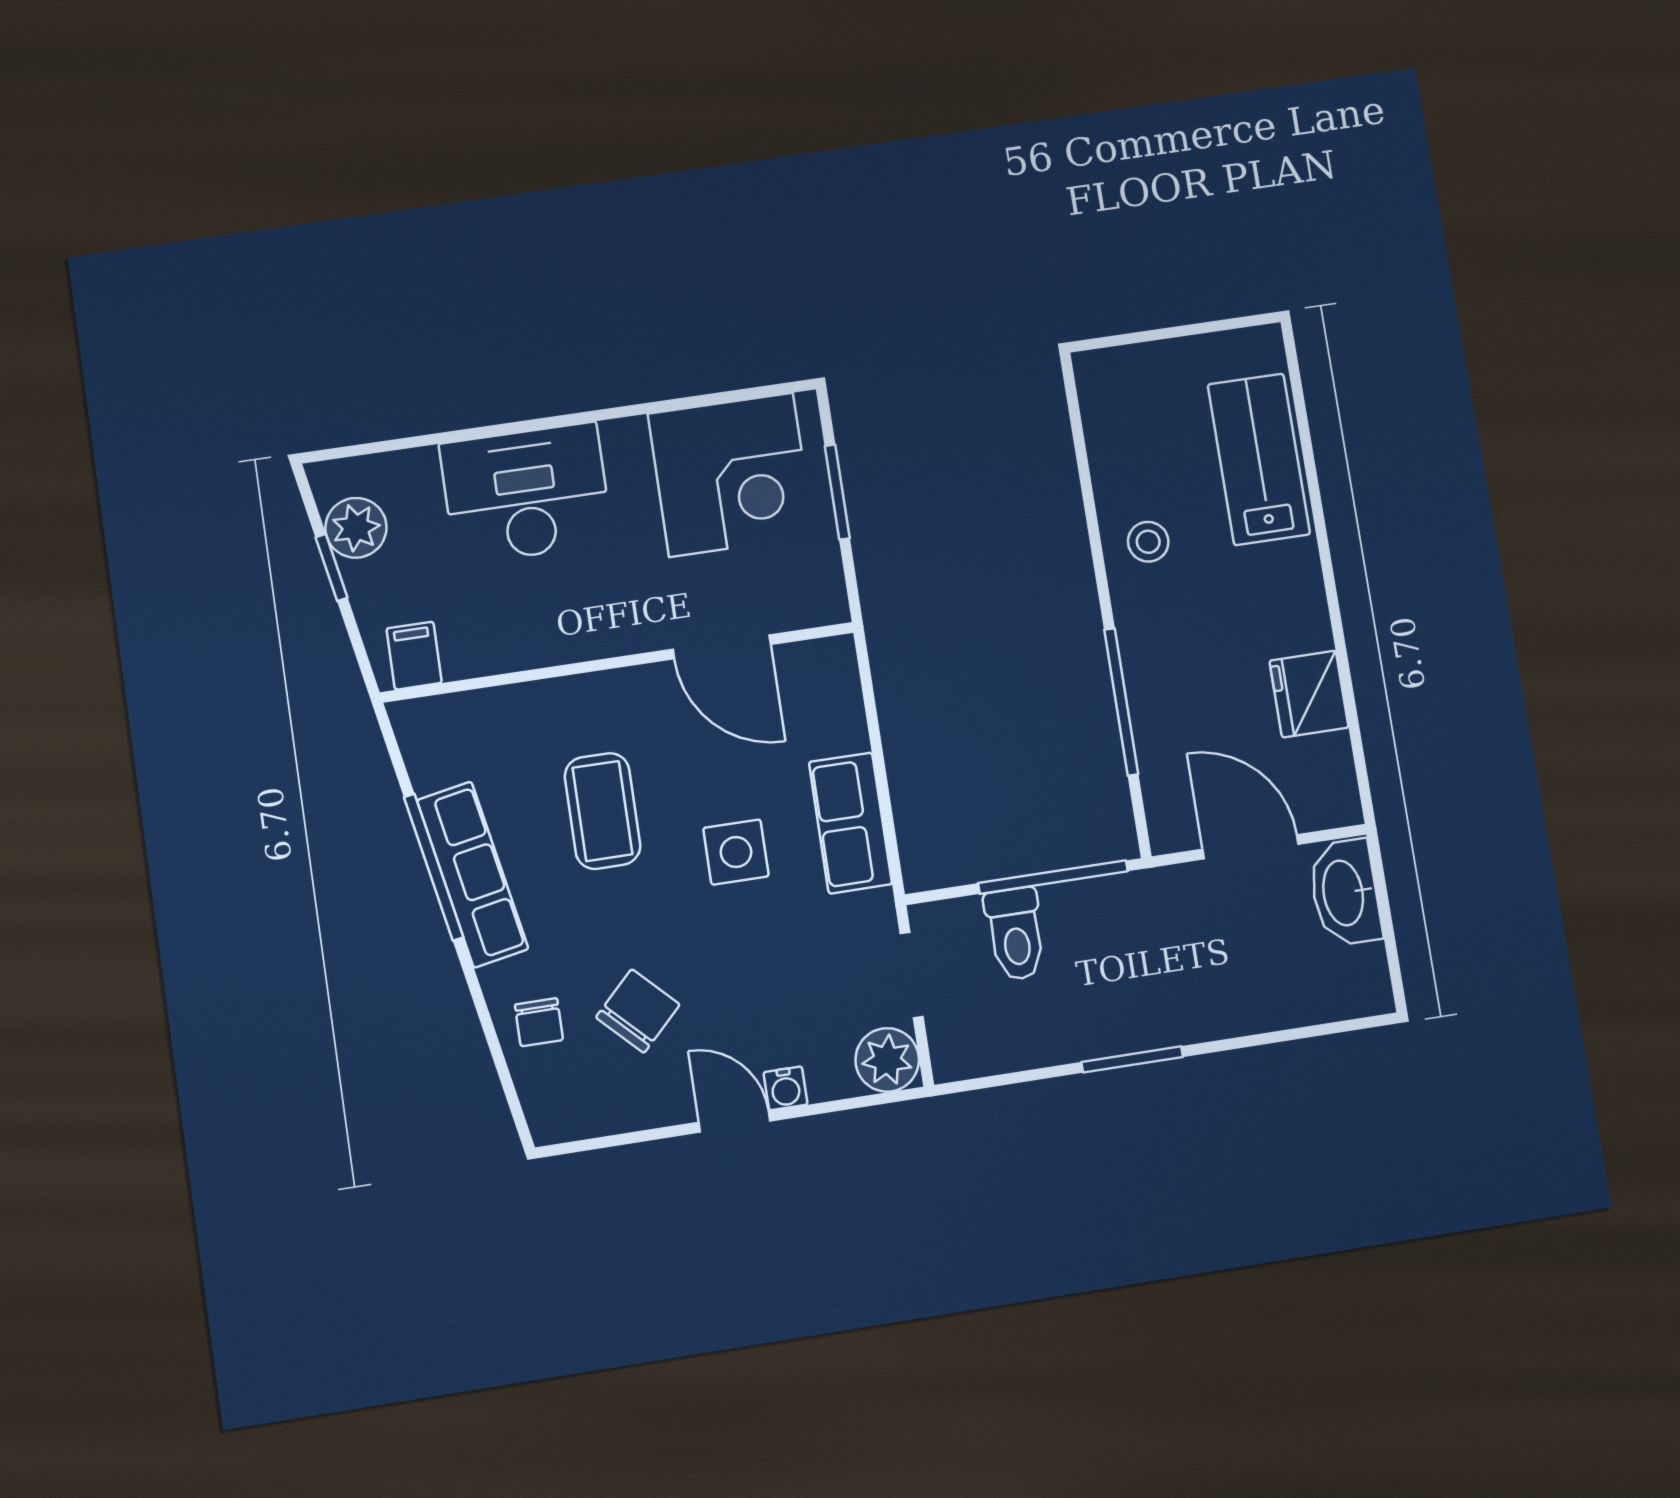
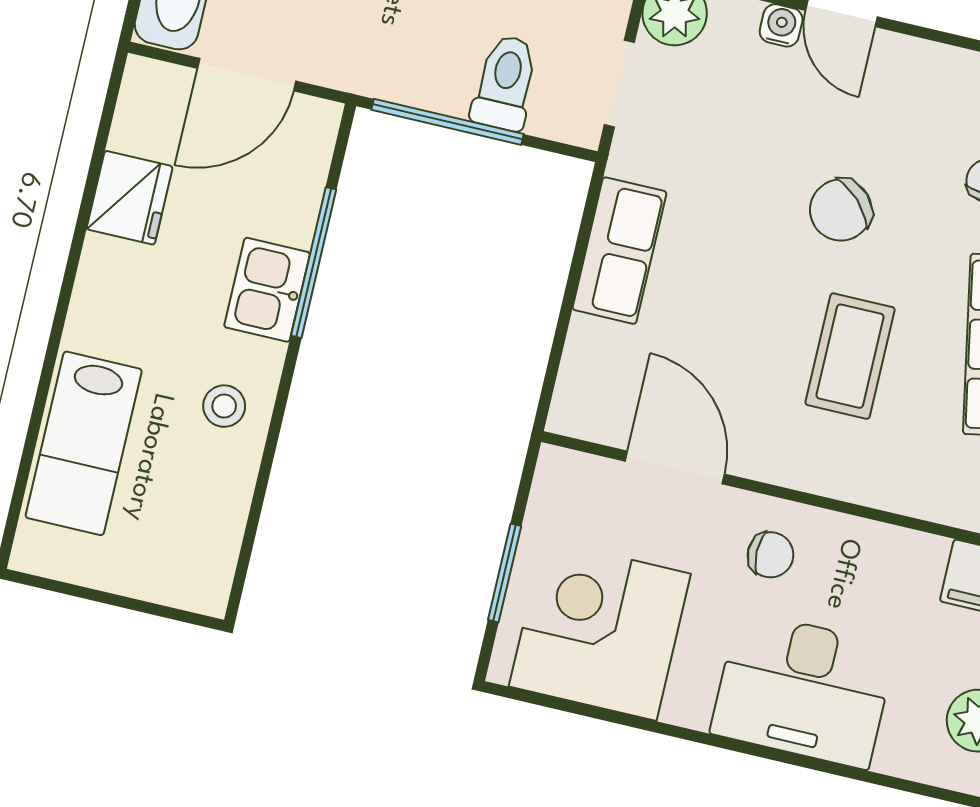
chair: (604, 603) -> (770, 555), added
kitchen sink: (1153, 661) -> (267, 290), added
door: (1251, 847) -> (247, 75), hinge flipped
side table: (736, 852) -> (739, 267), removed
chair: (638, 1011) -> (841, 210), moved

